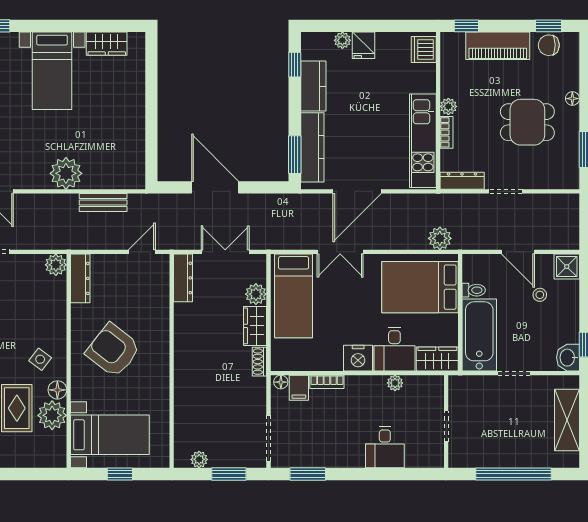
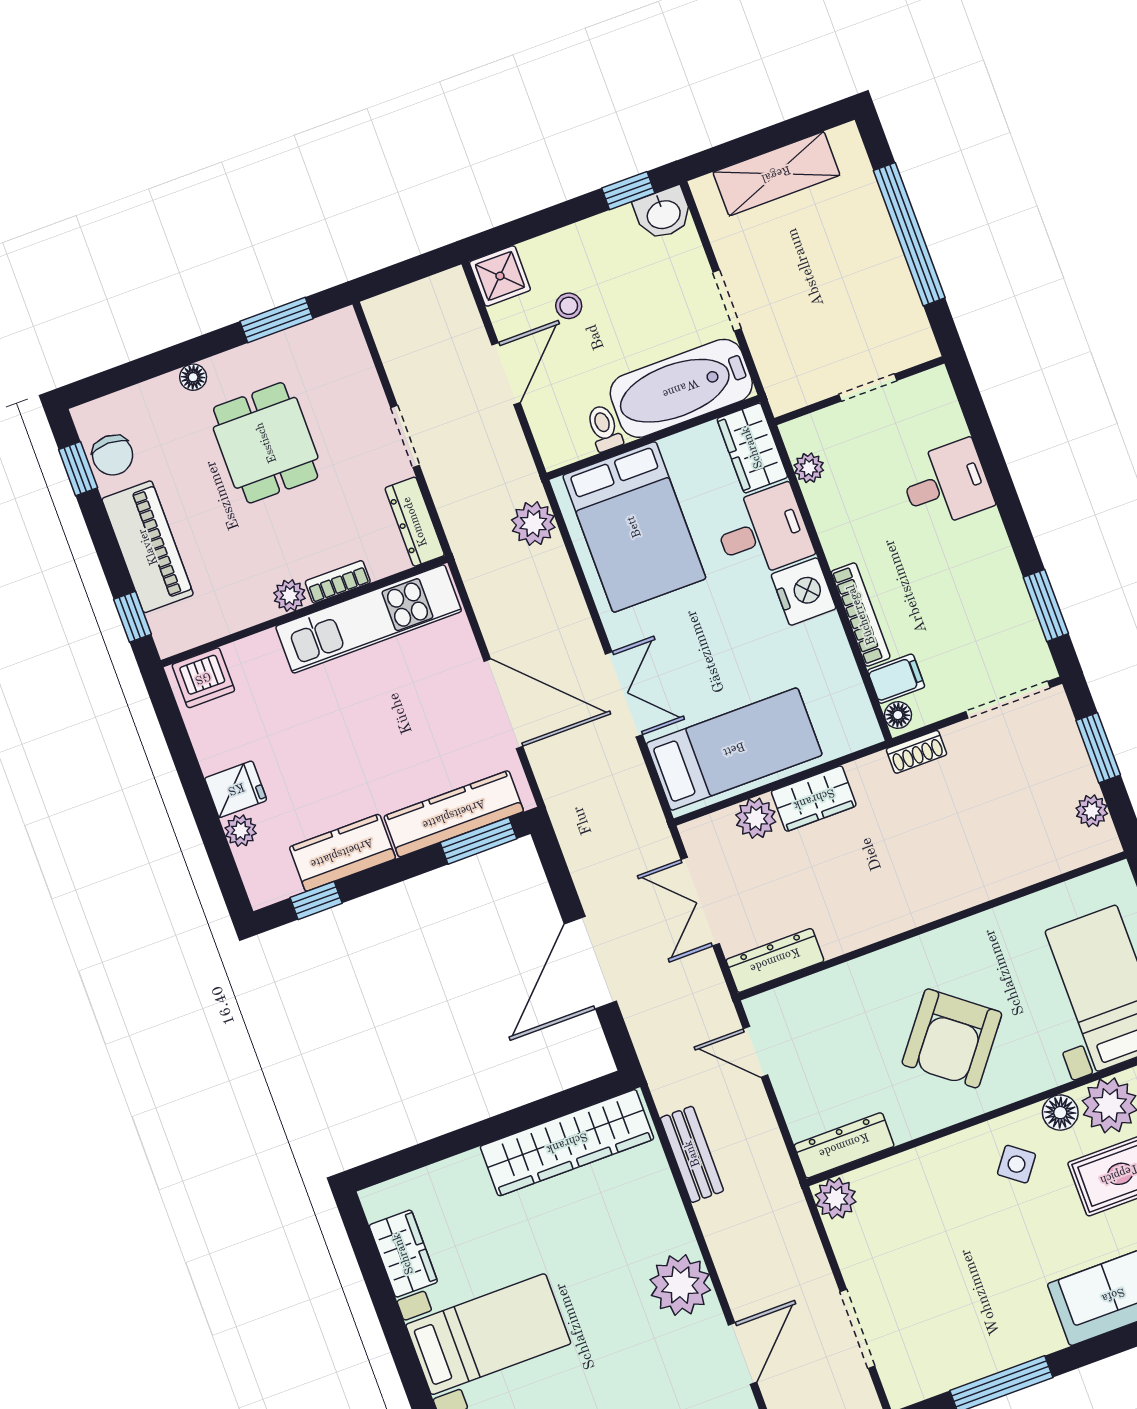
wardrobe: (131, 144) -> (567, 1143), added
plant: (66, 173) -> (680, 1285), moved
shoe rack: (259, 362) -> (916, 752), moved
bookcase: (327, 382) -> (861, 615), width x1.56
plant: (395, 383) -> (809, 468), moved

